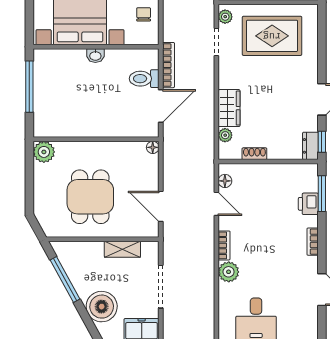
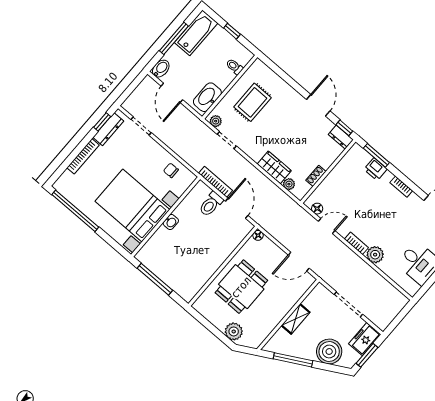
rug: (272, 36) -> (252, 102), width x0.73, depth x0.70
plant: (44, 152) -> (234, 331), moved
dining table: (90, 197) -> (241, 287), moved, turned 90
shelving: (122, 249) -> (296, 319), moved

